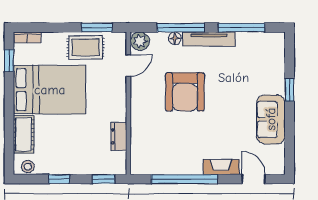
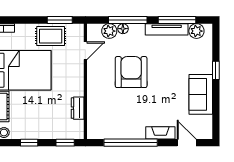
tv unit: (209, 39) -> (167, 29), moved
plant: (140, 41) -> (109, 31), moved
plant: (266, 41) -> (196, 31), added
armchair: (185, 92) -> (131, 72), turned 180

